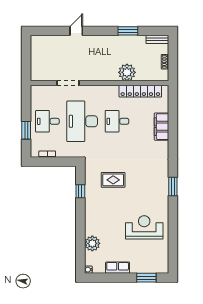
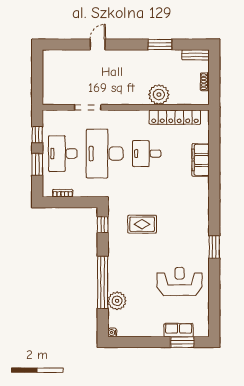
window: (26, 106) -> (37, 135), added
desk: (47, 121) -> (63, 154), width x1.37
window: (173, 187) -> (214, 247), moved
window: (80, 191) -> (103, 225), moved
window: (80, 228) -> (103, 282), added
row of seats: (118, 268) -> (179, 330), moved

